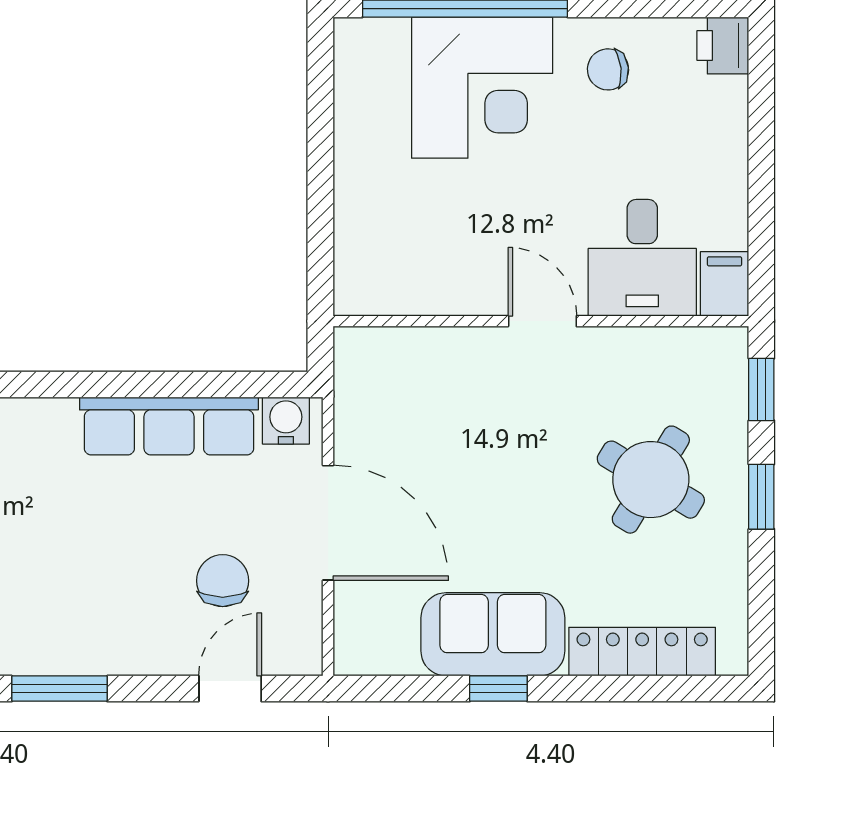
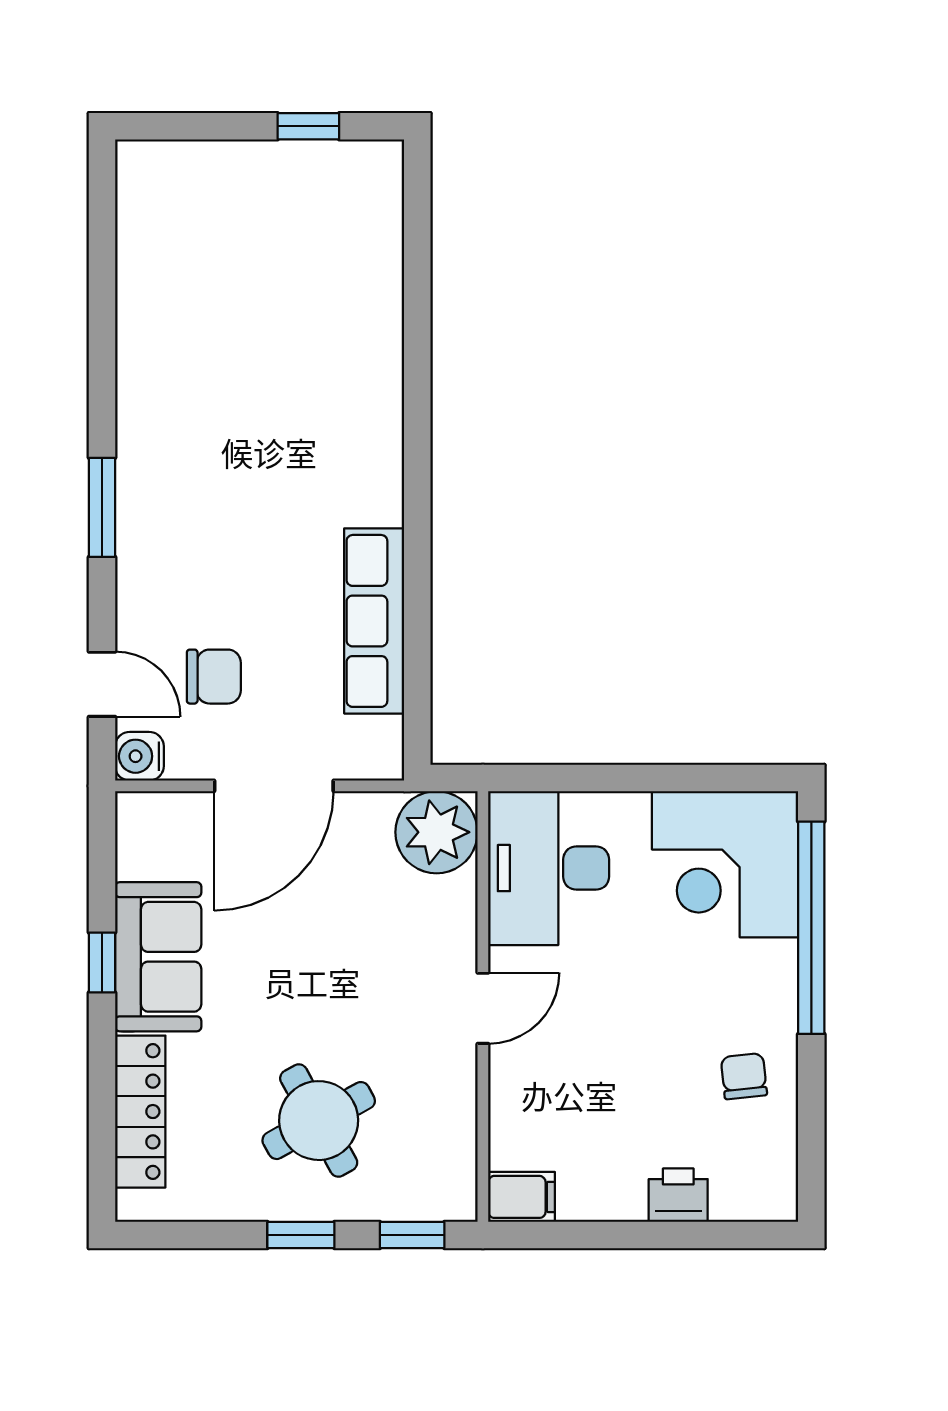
printer: (723, 45) -> (678, 1195), moved
corner desk: (482, 88) -> (725, 864), moved
desk: (642, 258) -> (549, 868), moved, width x1.37
plant: (373, 366) -> (437, 832), added
water cooler: (286, 421) -> (139, 756), moved, turned 180
round table: (651, 480) -> (319, 1121), turned 30

